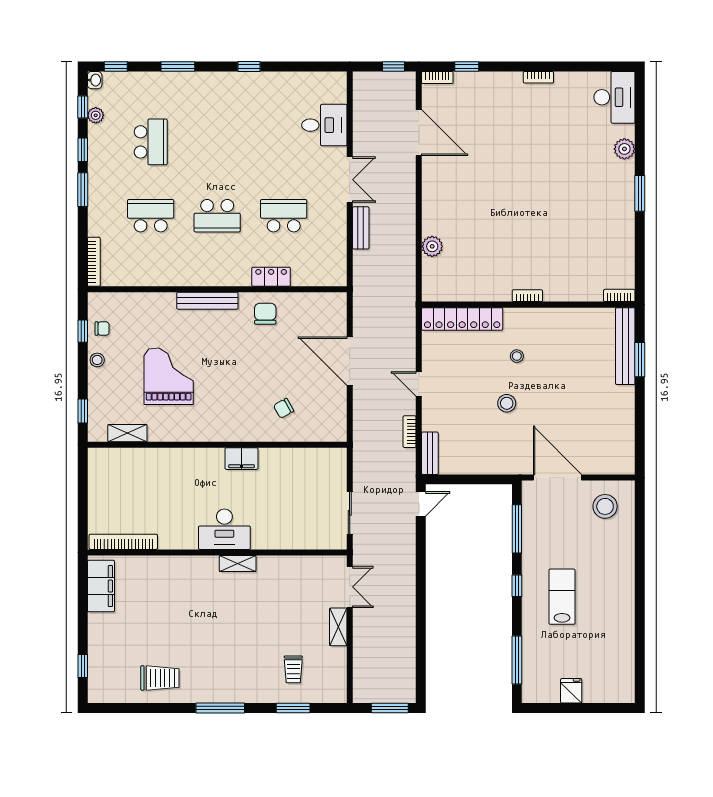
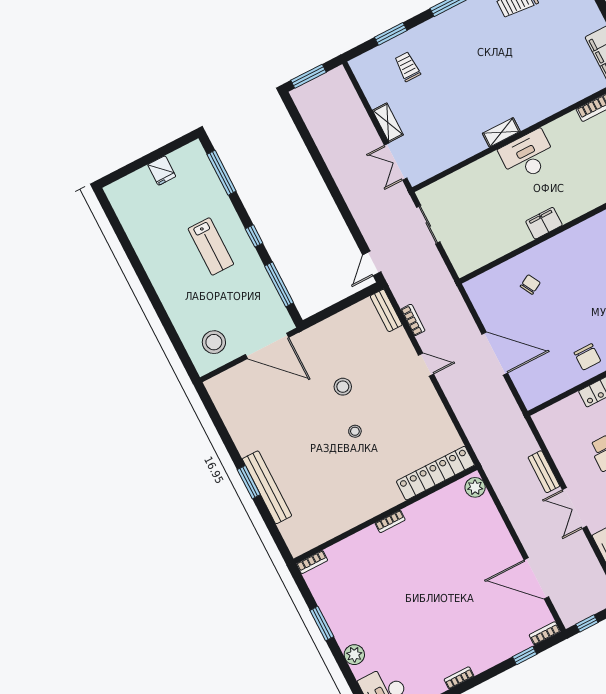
bookcase: (619, 295) -> (312, 562), moved
bookcase: (527, 296) -> (390, 521), moved
wall: (528, 305) -> (385, 514), moved
locker: (462, 319) -> (435, 473), moved

